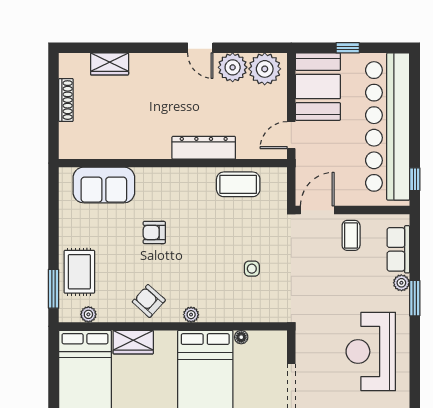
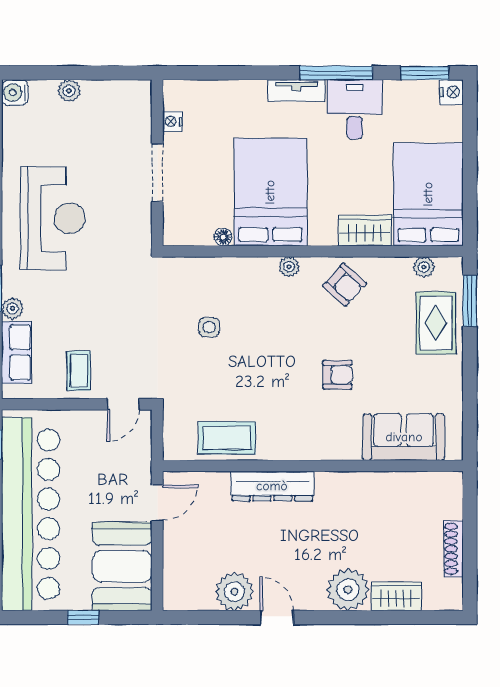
plant: (265, 69) -> (348, 590), moved
door: (317, 210) -> (123, 404), width x0.73

